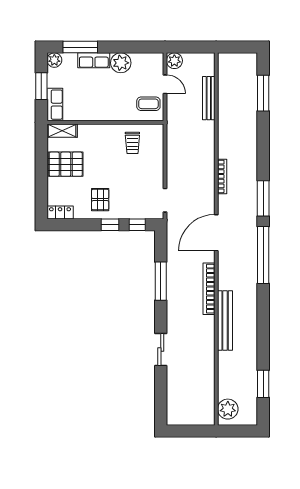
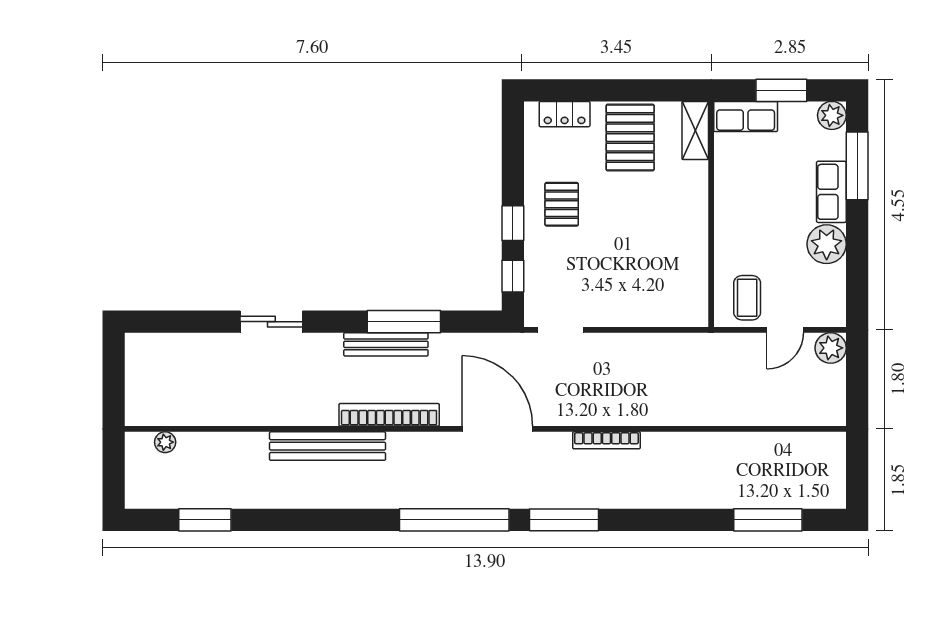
bench: (209, 98) -> (386, 344), moved
trolley: (132, 143) -> (671, 267), removed
pallet: (100, 200) -> (562, 204), turned 90
locker: (60, 213) -> (565, 114), moved, turned 90
plant: (228, 409) -> (165, 442), width x0.53, depth x0.53

